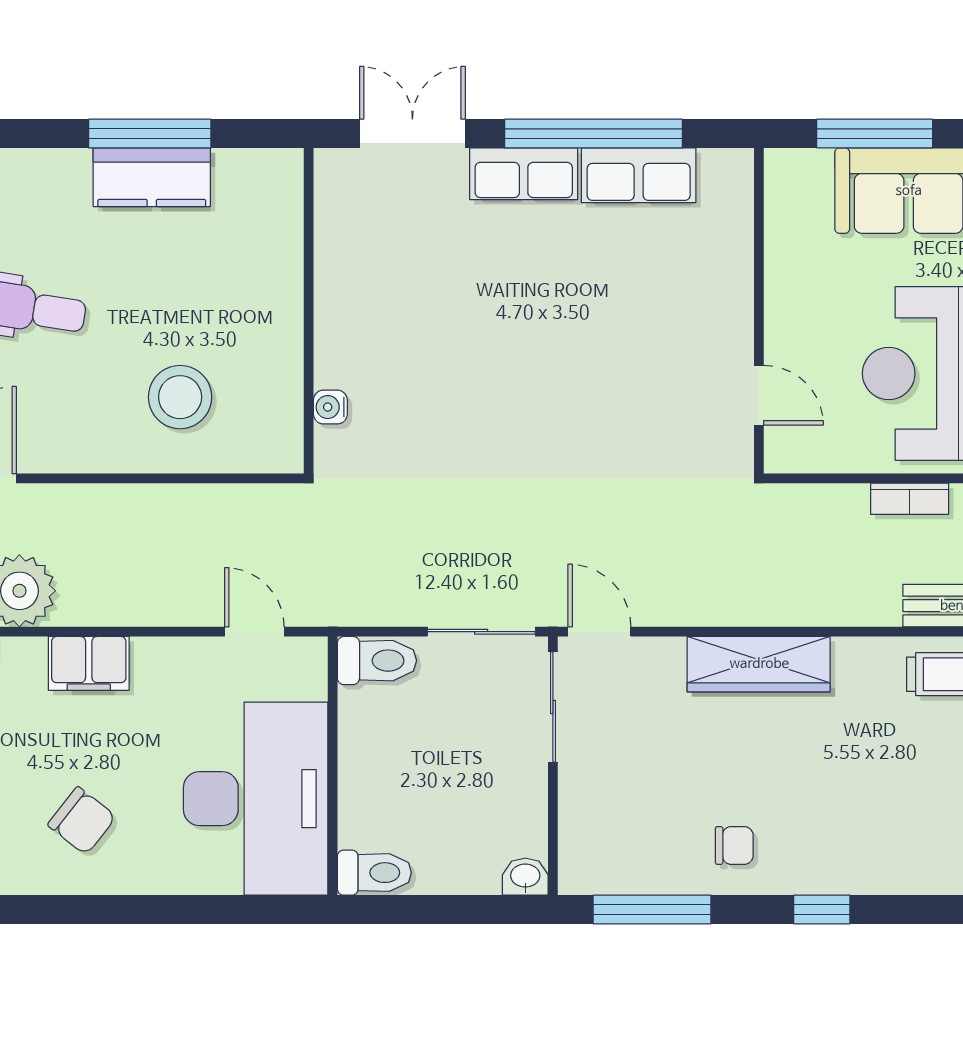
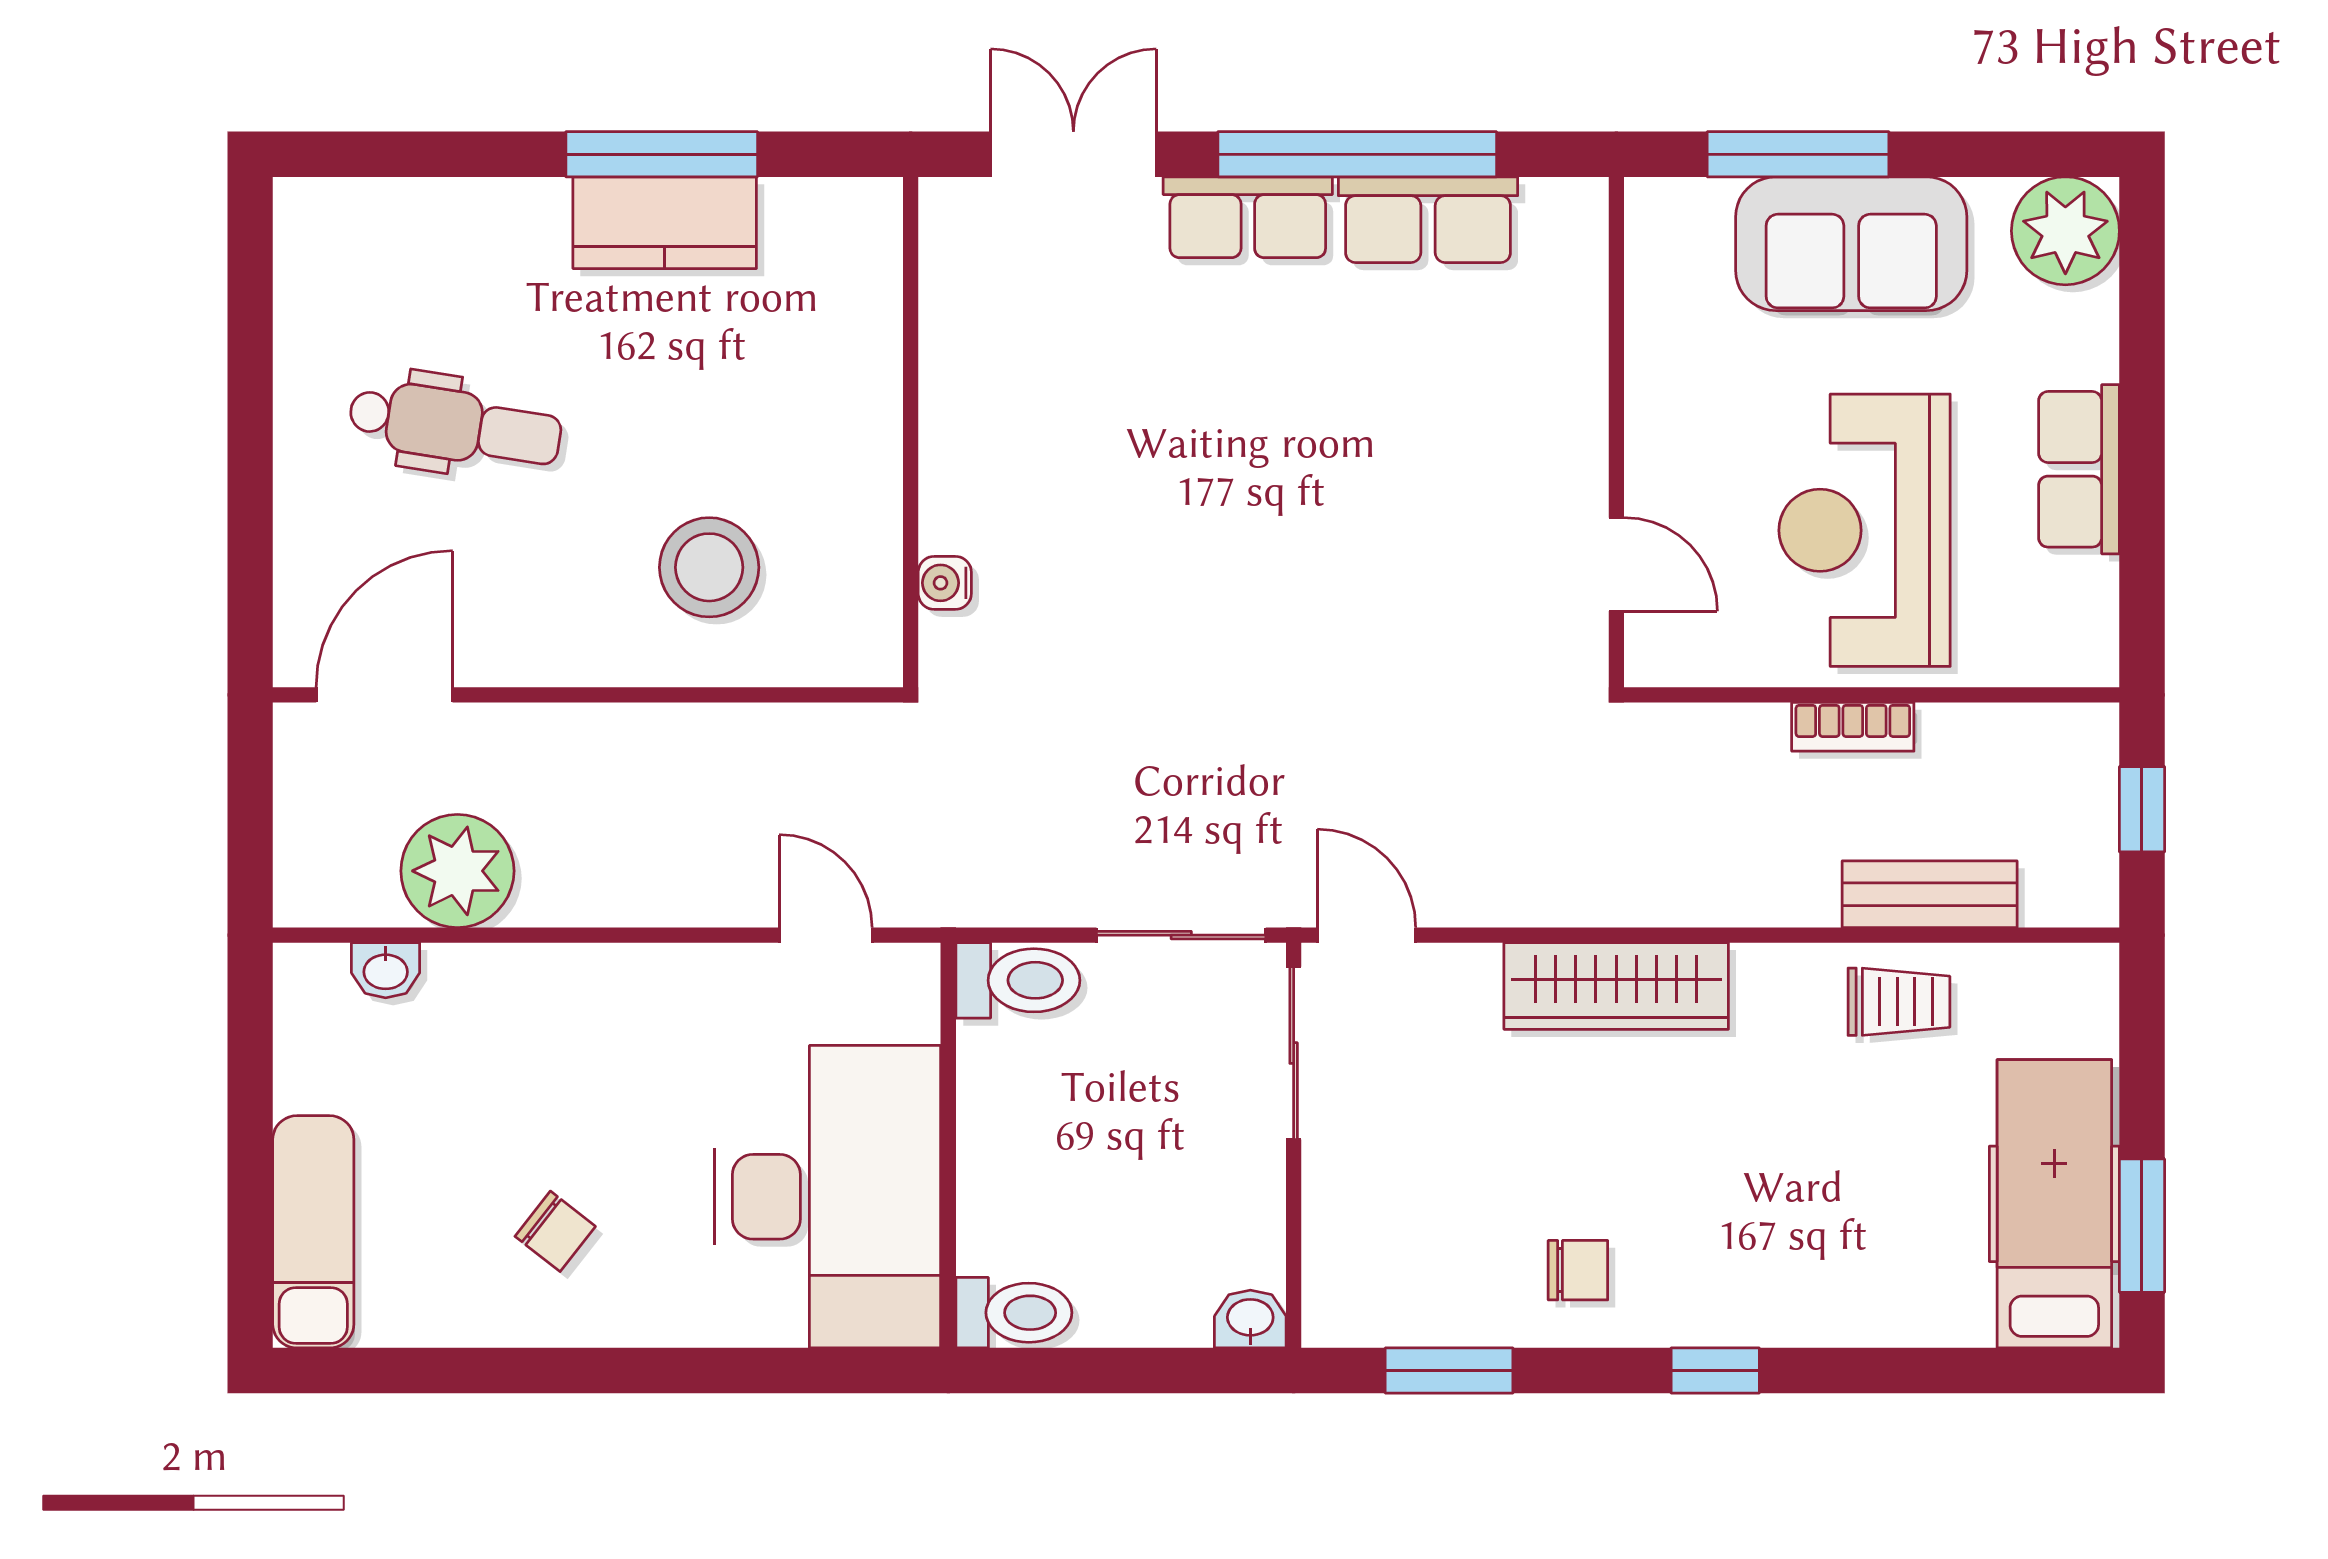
filing cabinet: (89, 663) -> (566, 985), removed
chair: (82, 821) -> (555, 1231), width x0.73, depth x0.73
window: (652, 909) -> (1449, 1371), width x0.69

